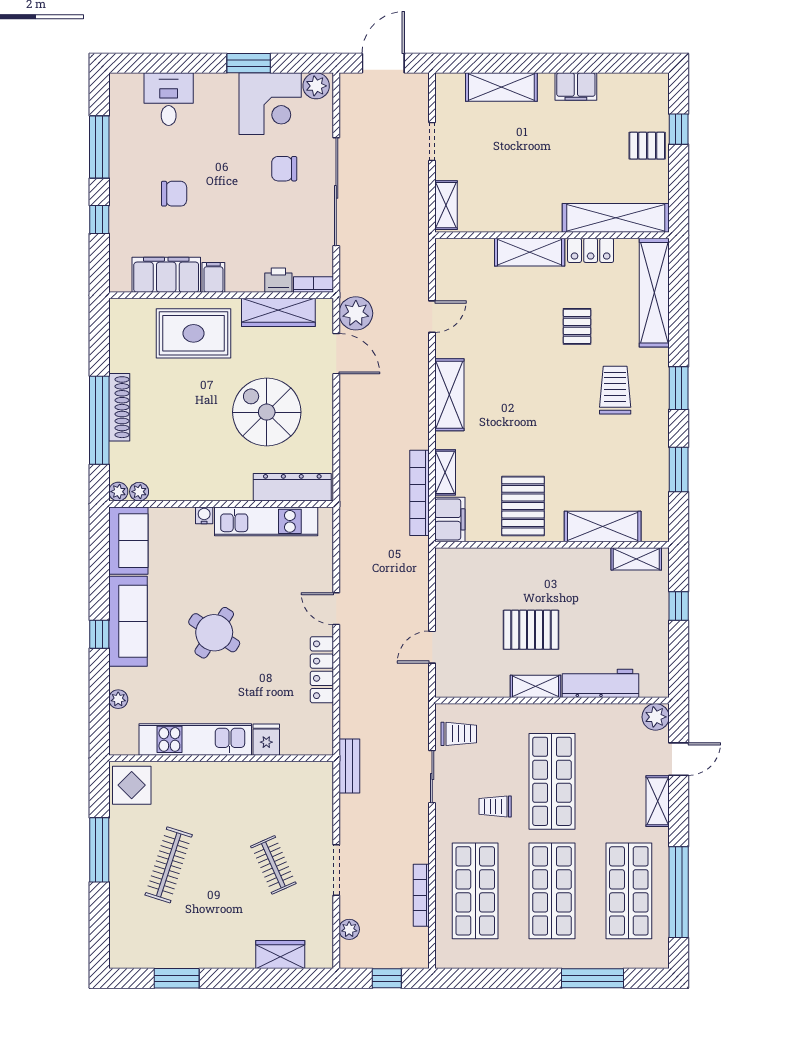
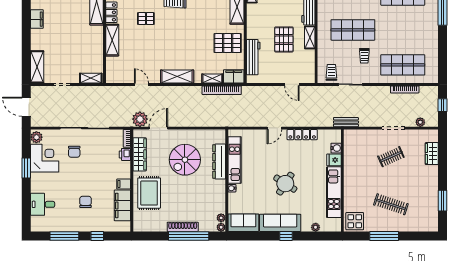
shelving: (501, 87) -> (37, 67), moved
dresser: (292, 487) -> (219, 162), moved
workbench: (492, 562) -> (253, 57), added
water cooler: (292, 744) -> (336, 148), added
shop shelf: (552, 891) -> (403, 30), removed

